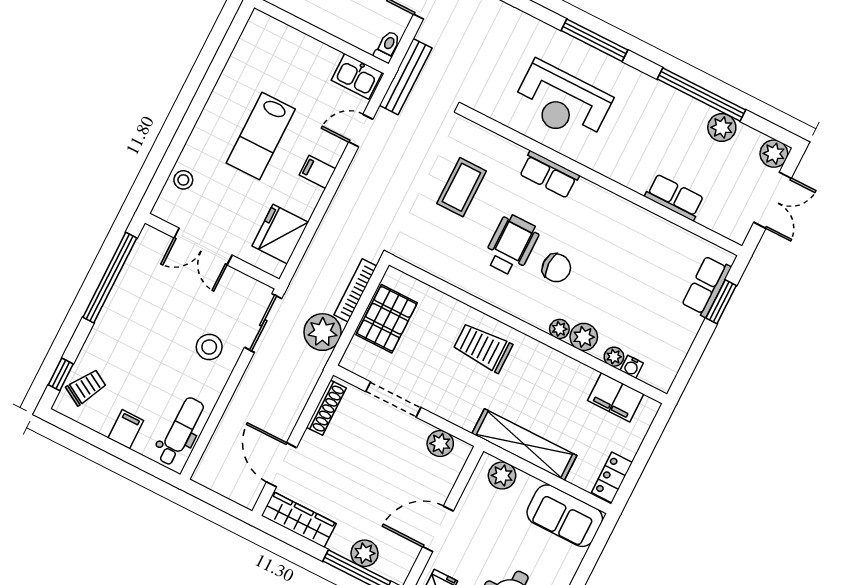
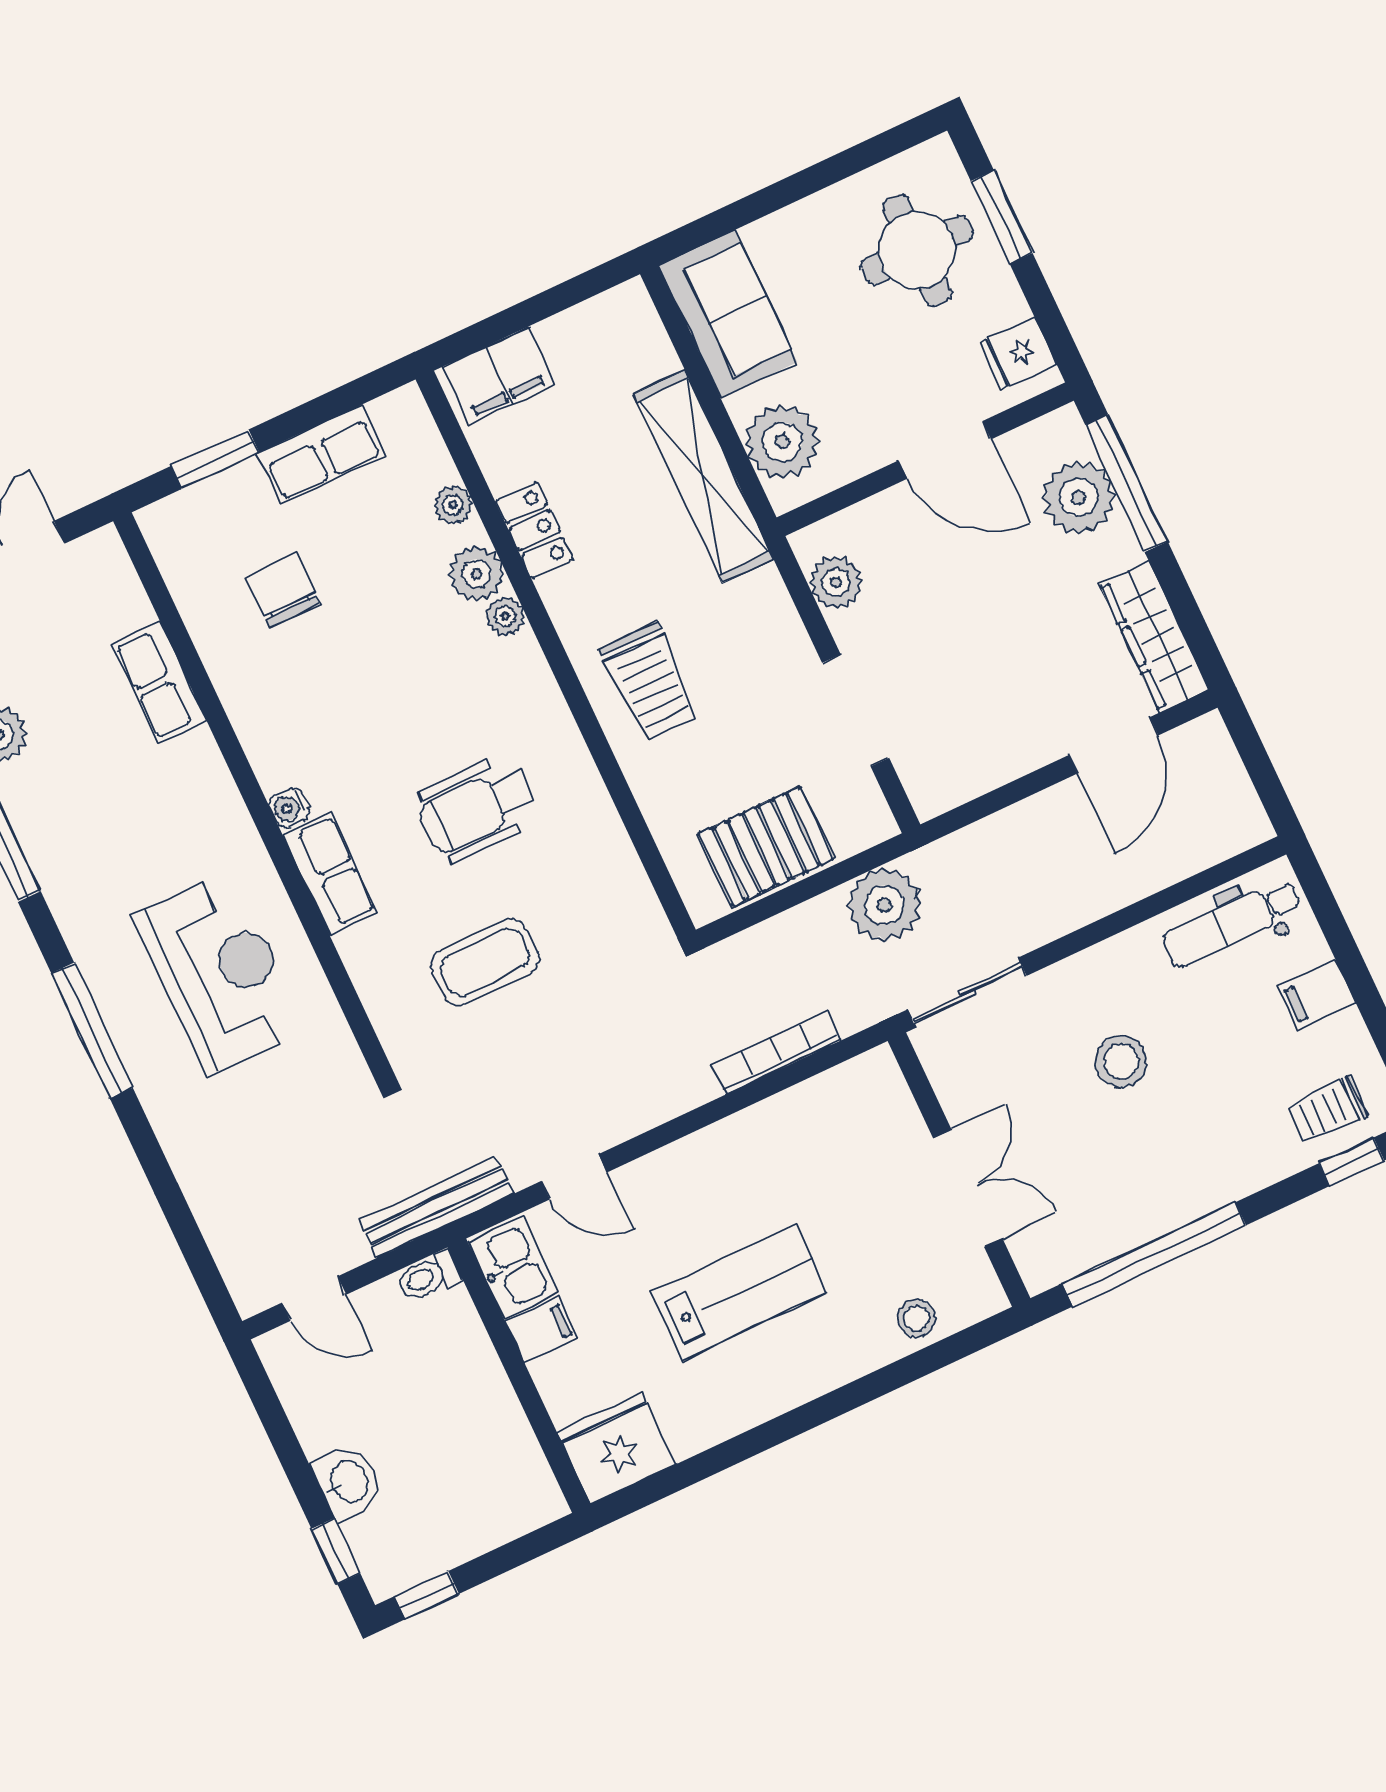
filing cabinet: (317, 172) -> (542, 1330), moved, turned -90
fridge: (280, 234) -> (616, 1448), moved, turned 180
chair: (556, 268) -> (283, 591), moved
row of seats: (706, 286) -> (321, 454), moved
bookcase: (355, 290) -> (777, 1053), moved, turned 180
stool: (209, 347) -> (1121, 1062), moved
water cooler: (632, 367) -> (289, 808), moved, turned 180
trolley: (86, 387) -> (1327, 1110), turned -30
filing cabinet: (616, 397) -> (499, 375), moved, turned 90
shoe rack: (326, 408) -> (972, 780), removed
plant: (502, 476) -> (782, 442), width x1.36, depth x1.36
locker: (612, 478) -> (534, 530), moved, turned -90
plant: (365, 553) -> (1079, 497), width x1.36, depth x1.36

